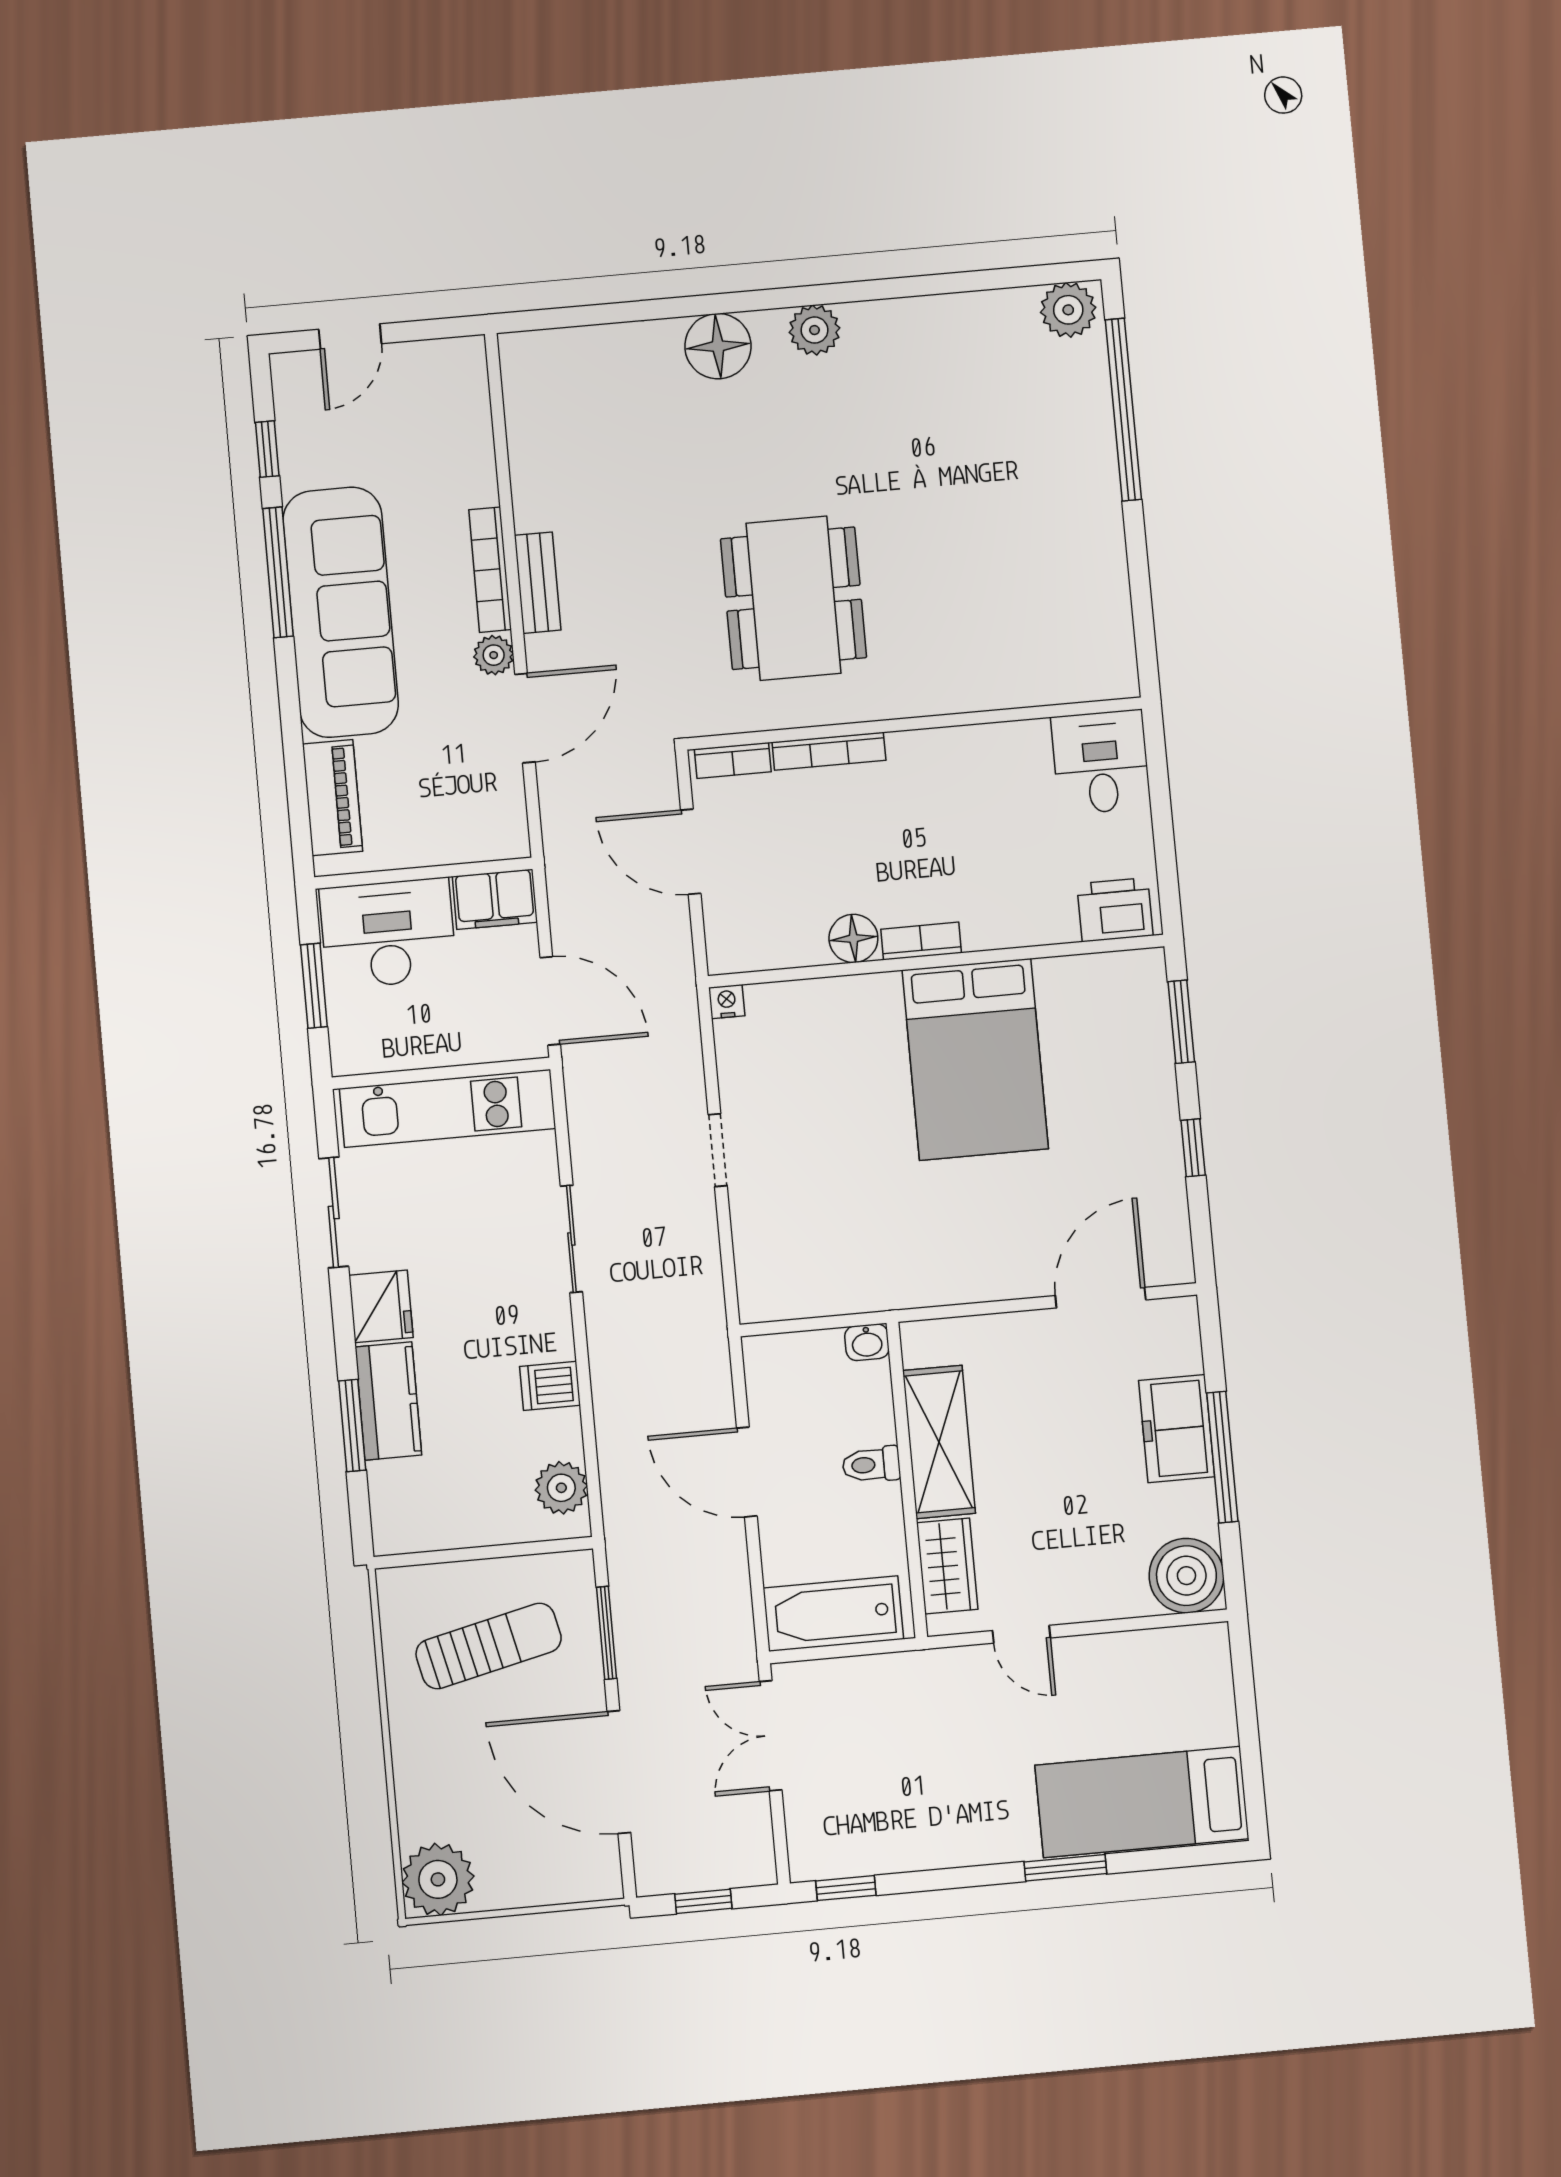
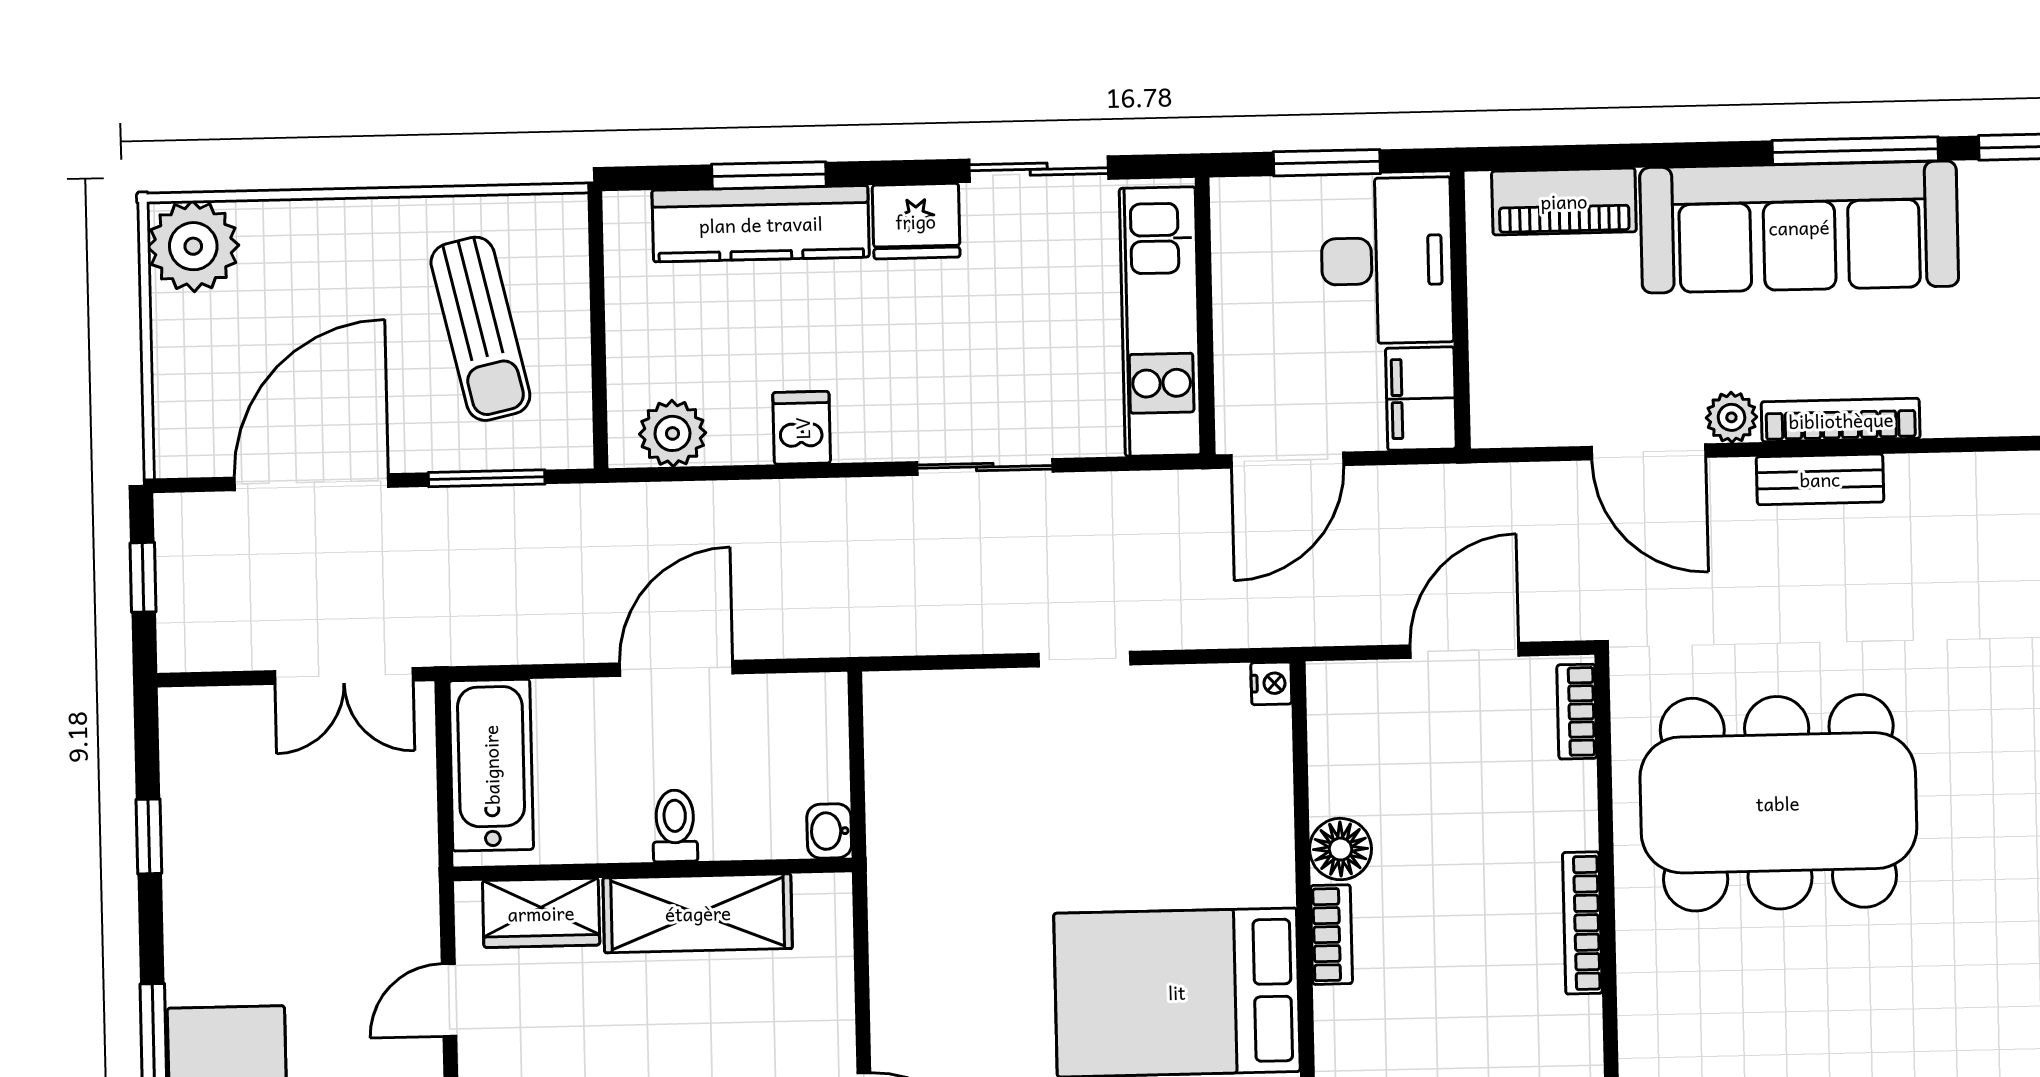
dining table: (794, 598) -> (1778, 803), width x1.36, depth x1.24
bookcase: (829, 751) -> (1582, 923), moved
kitchen counter: (388, 1401) -> (761, 224), width x1.50
double door: (771, 1736) -> (344, 676), swing flipped
window: (846, 1888) -> (149, 836), moved

